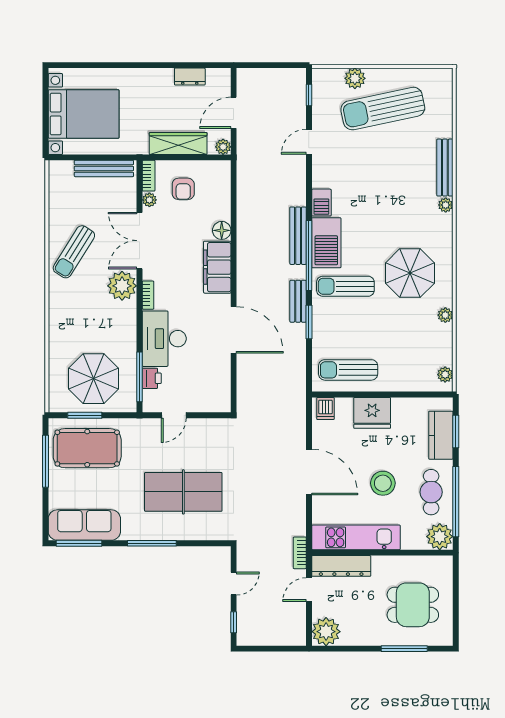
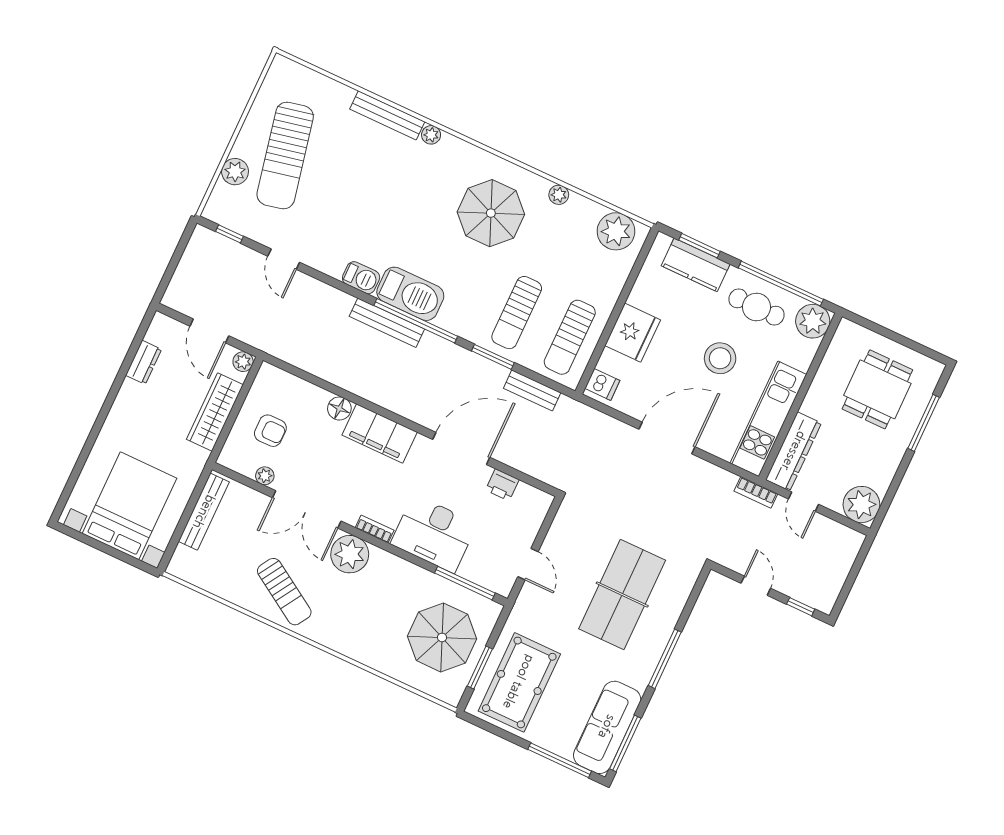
bookcase: (149, 176) -> (236, 464), removed
sun lounger: (345, 286) -> (517, 313), moved
bench: (298, 301) -> (532, 390), moved
plant: (445, 375) -> (616, 231), width x1.88, depth x1.88
printer: (152, 378) -> (502, 485), moved, turned 180
window: (45, 461) -> (560, 760), moved

